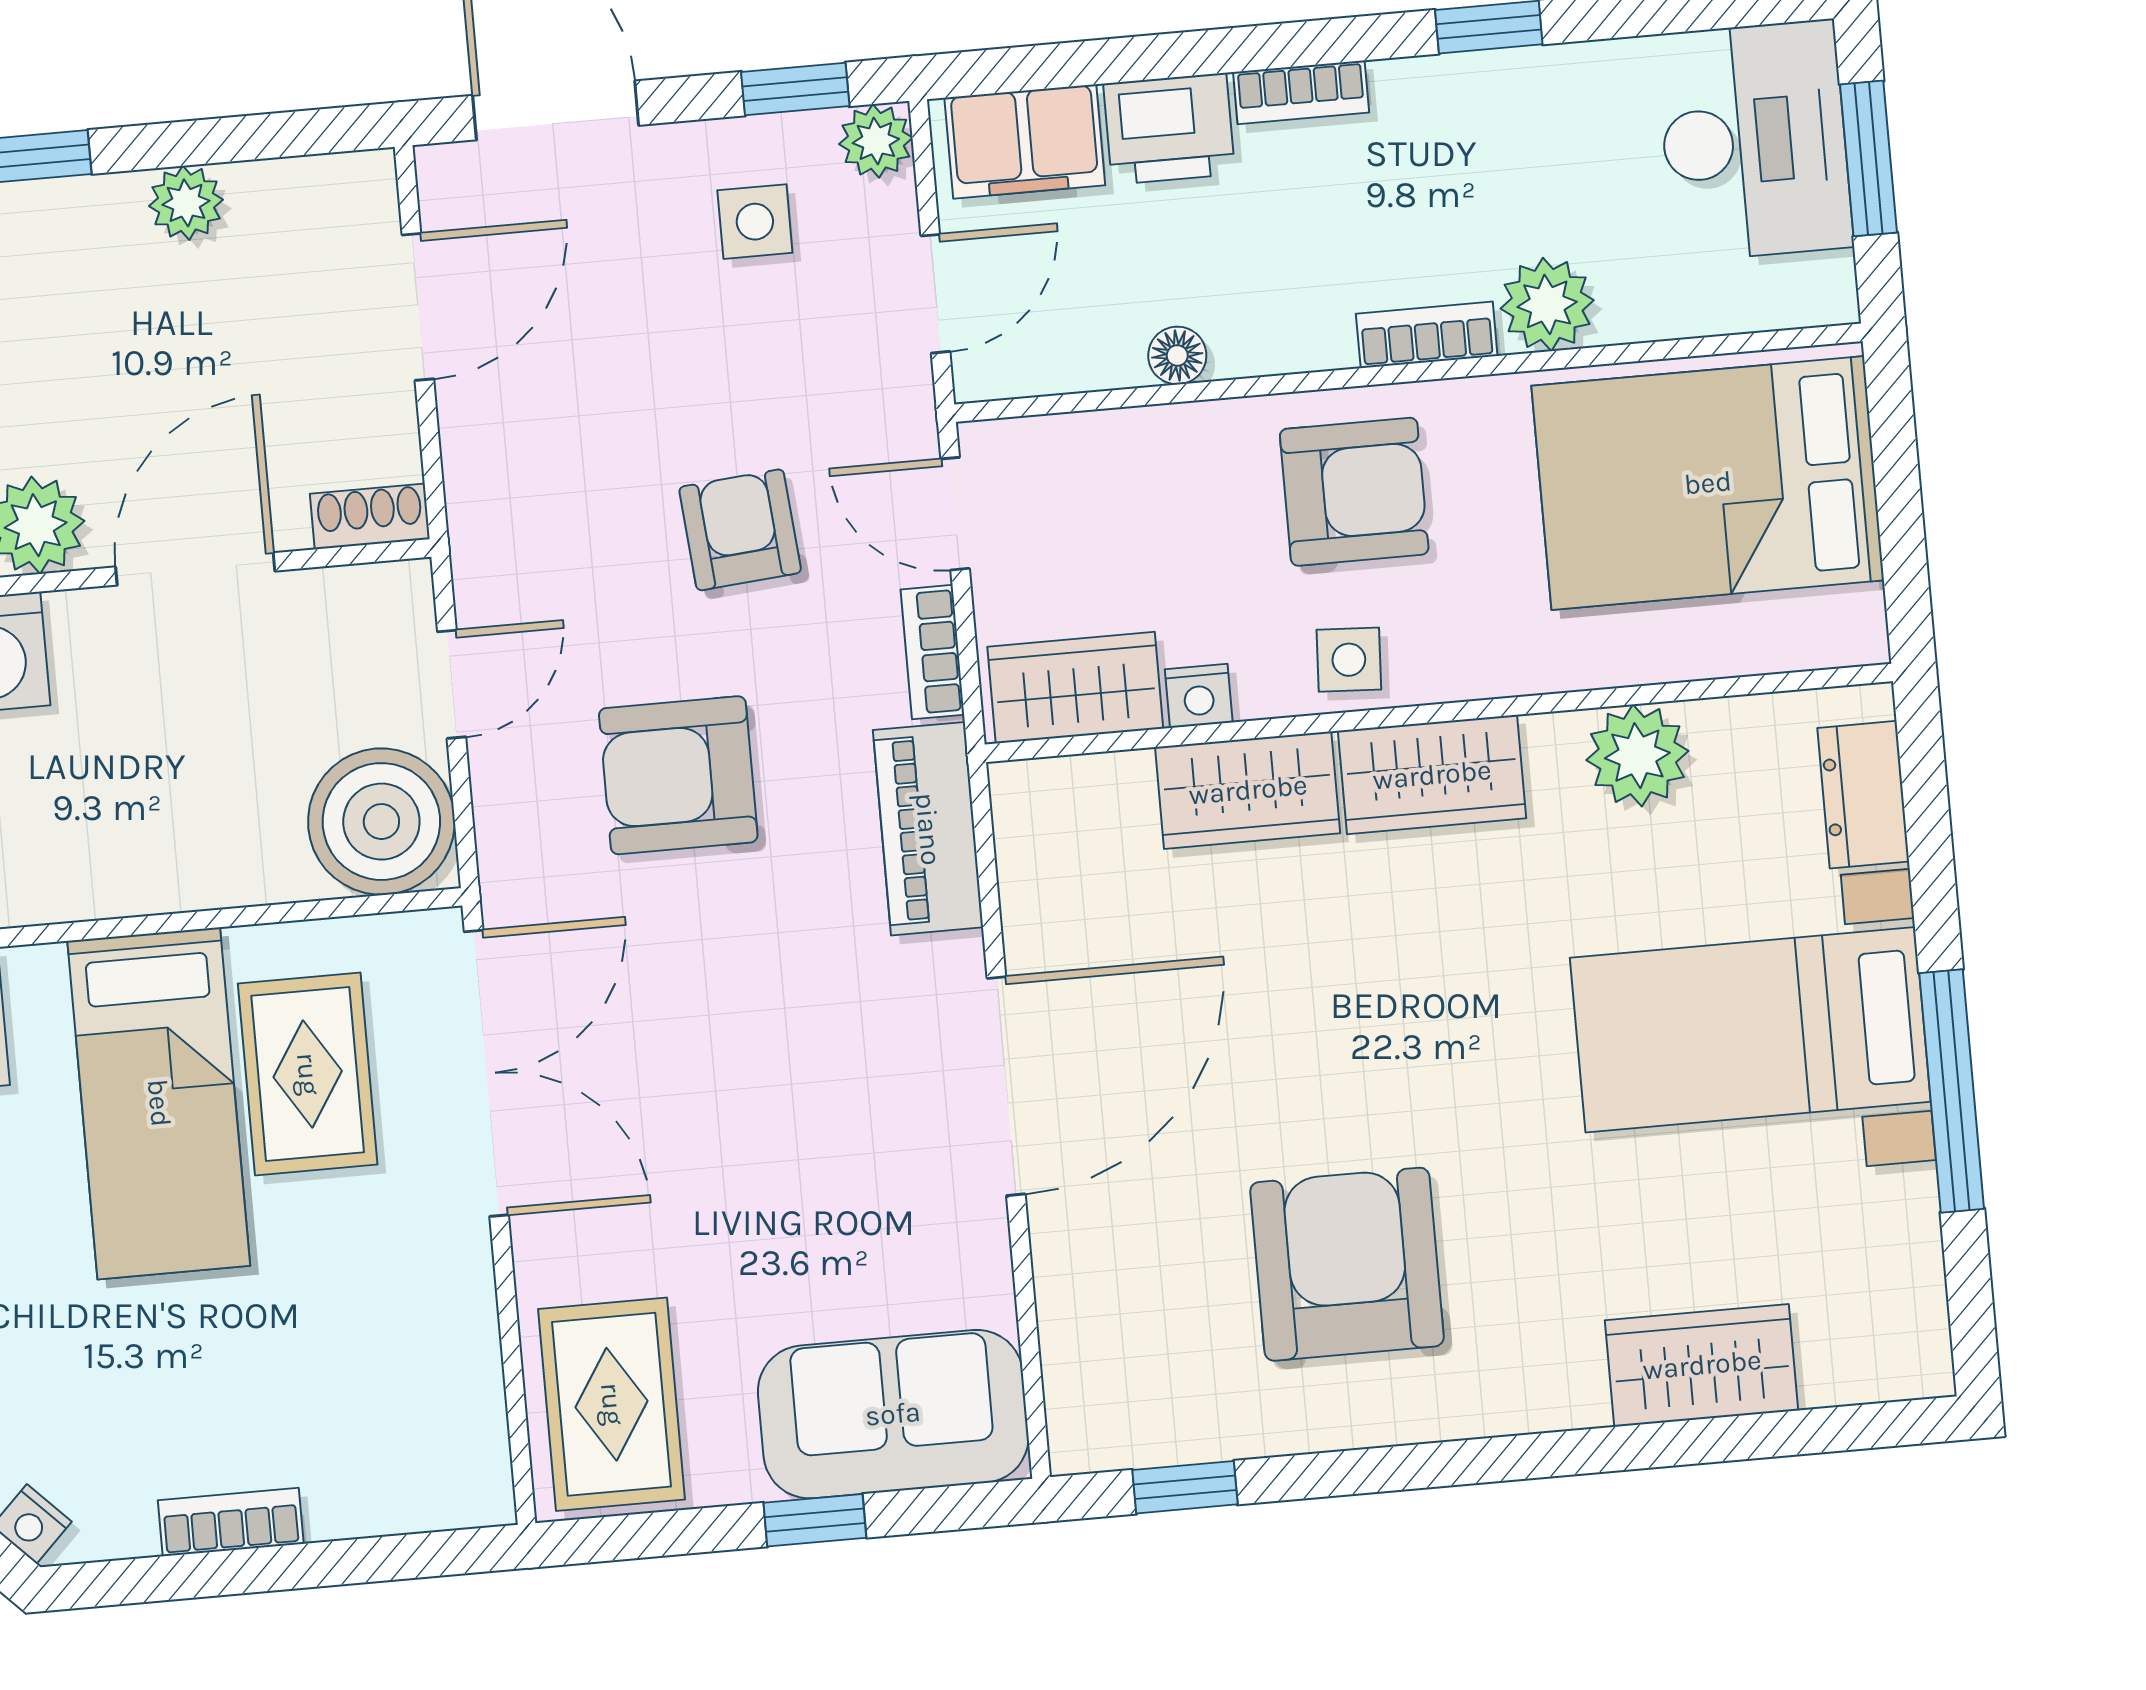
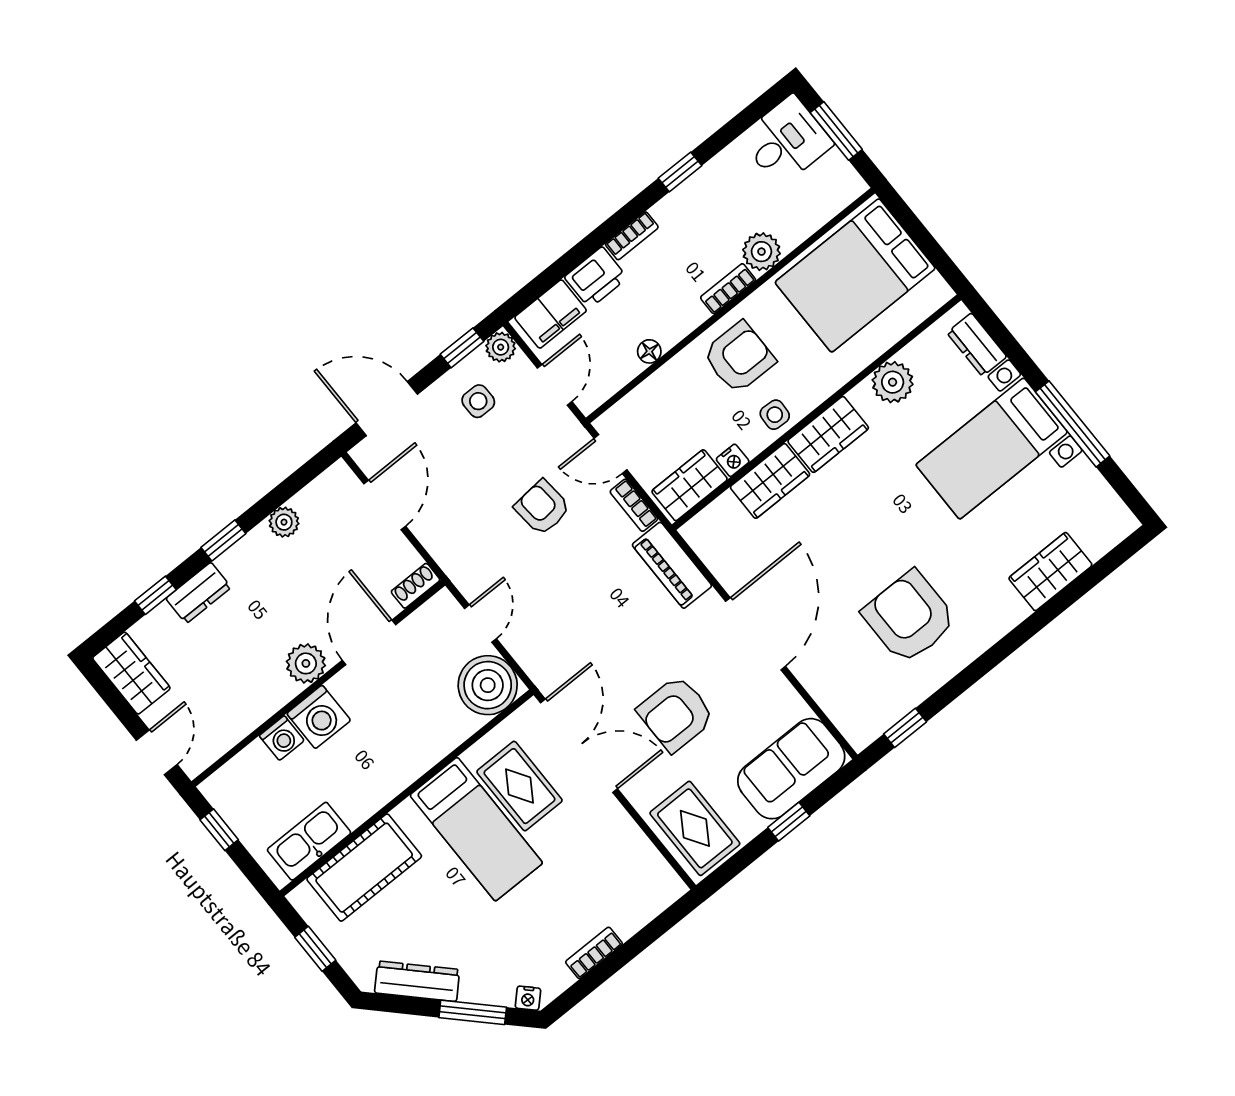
desk: (1754, 141) -> (786, 141), width x0.73
armchair: (678, 775) -> (676, 714), moved

